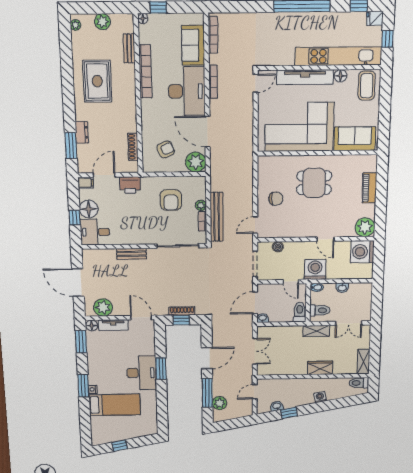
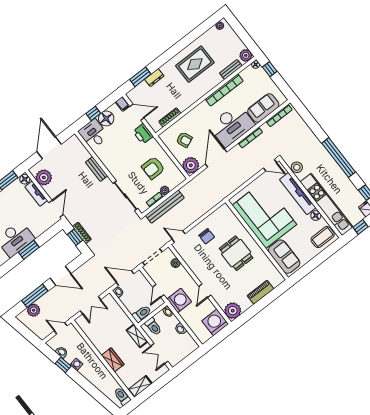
plant: (102, 22) -> (246, 55), moved
stool: (278, 58) -> (297, 167), added
washing machine: (320, 397) -> (76, 365), moved

